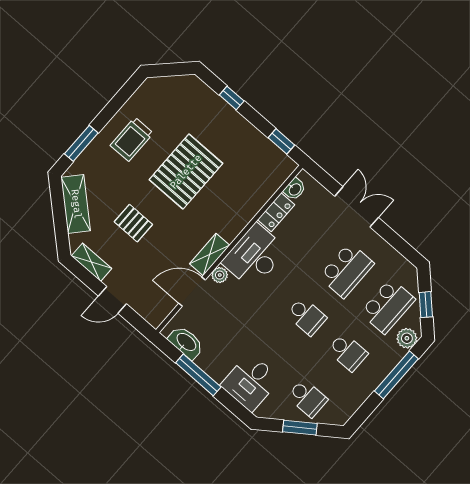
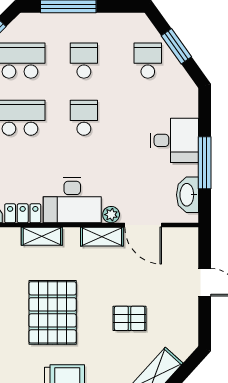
pallet: (186, 172) -> (53, 312), turned 90
pallet: (133, 223) -> (130, 318), turned 90
shelving: (91, 262) -> (42, 236), moved, turned 90
plant: (407, 338) -> (32, 23), removed
desk: (251, 382) -> (174, 140), moved

